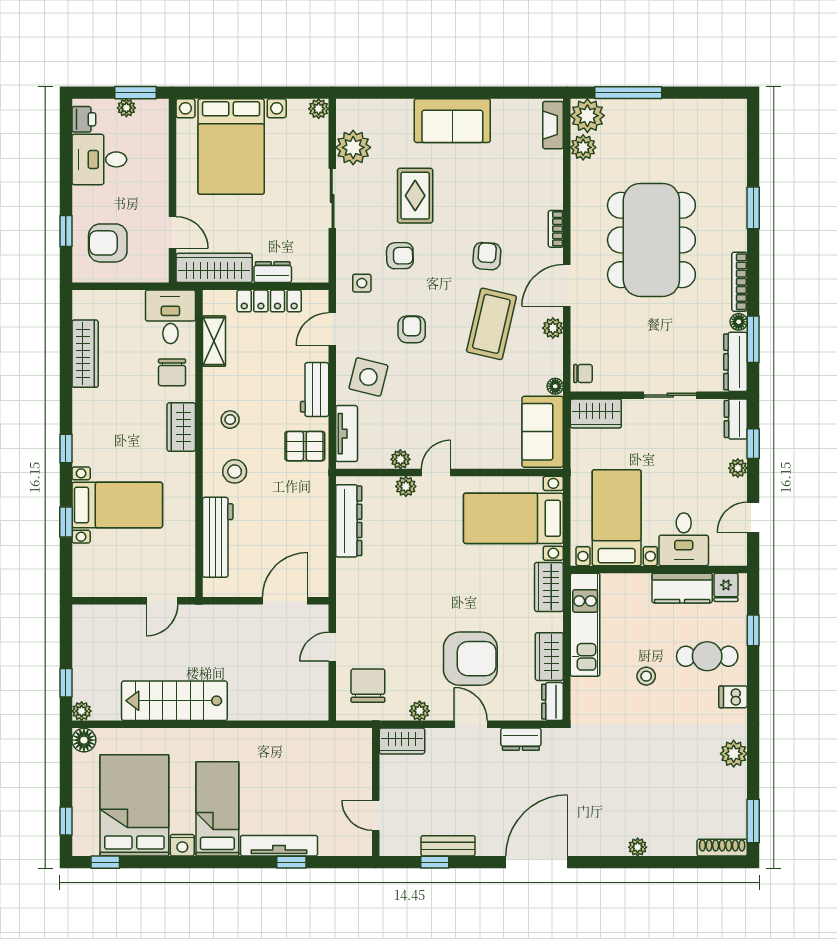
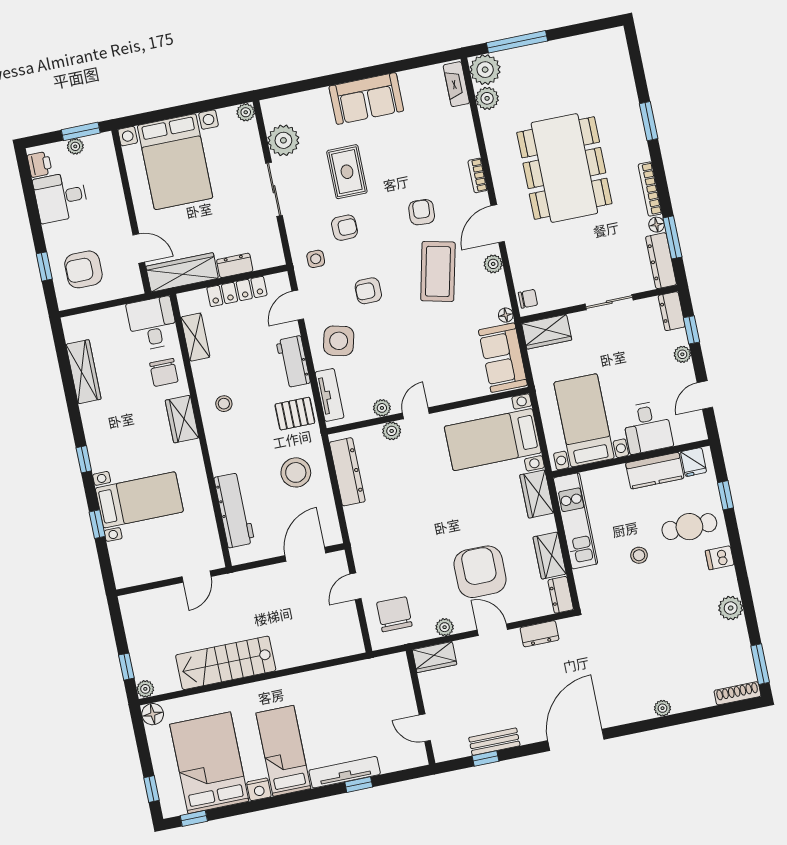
armchair: (412, 329) -> (368, 291), turned -90
stool: (235, 471) -> (296, 472), moved, width x1.38, depth x1.38
armchair: (470, 659) -> (480, 572), turned -90

